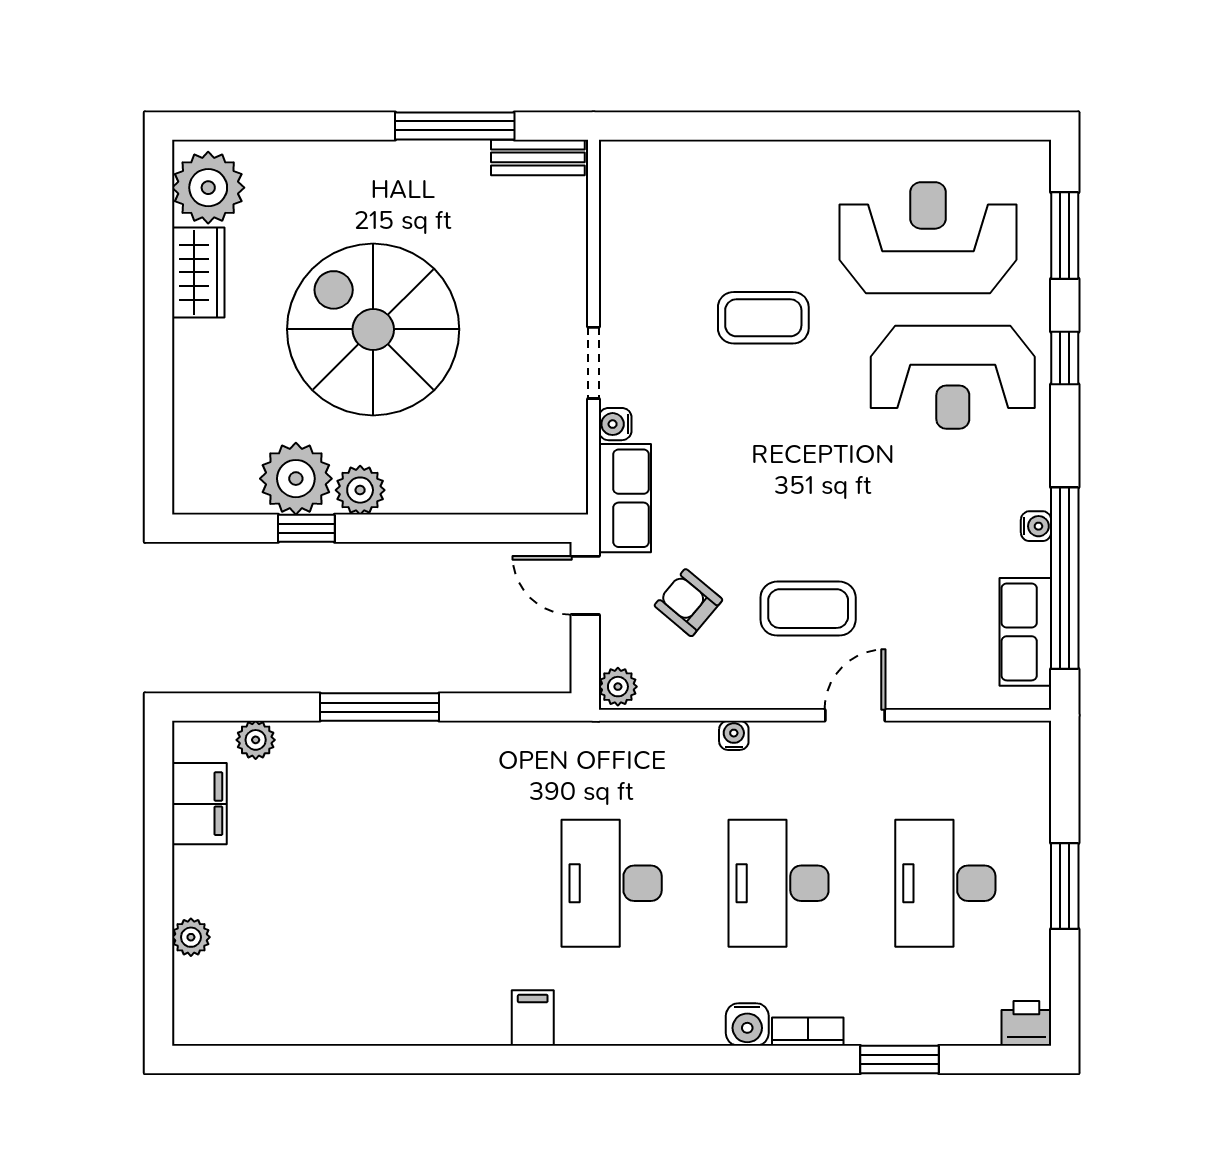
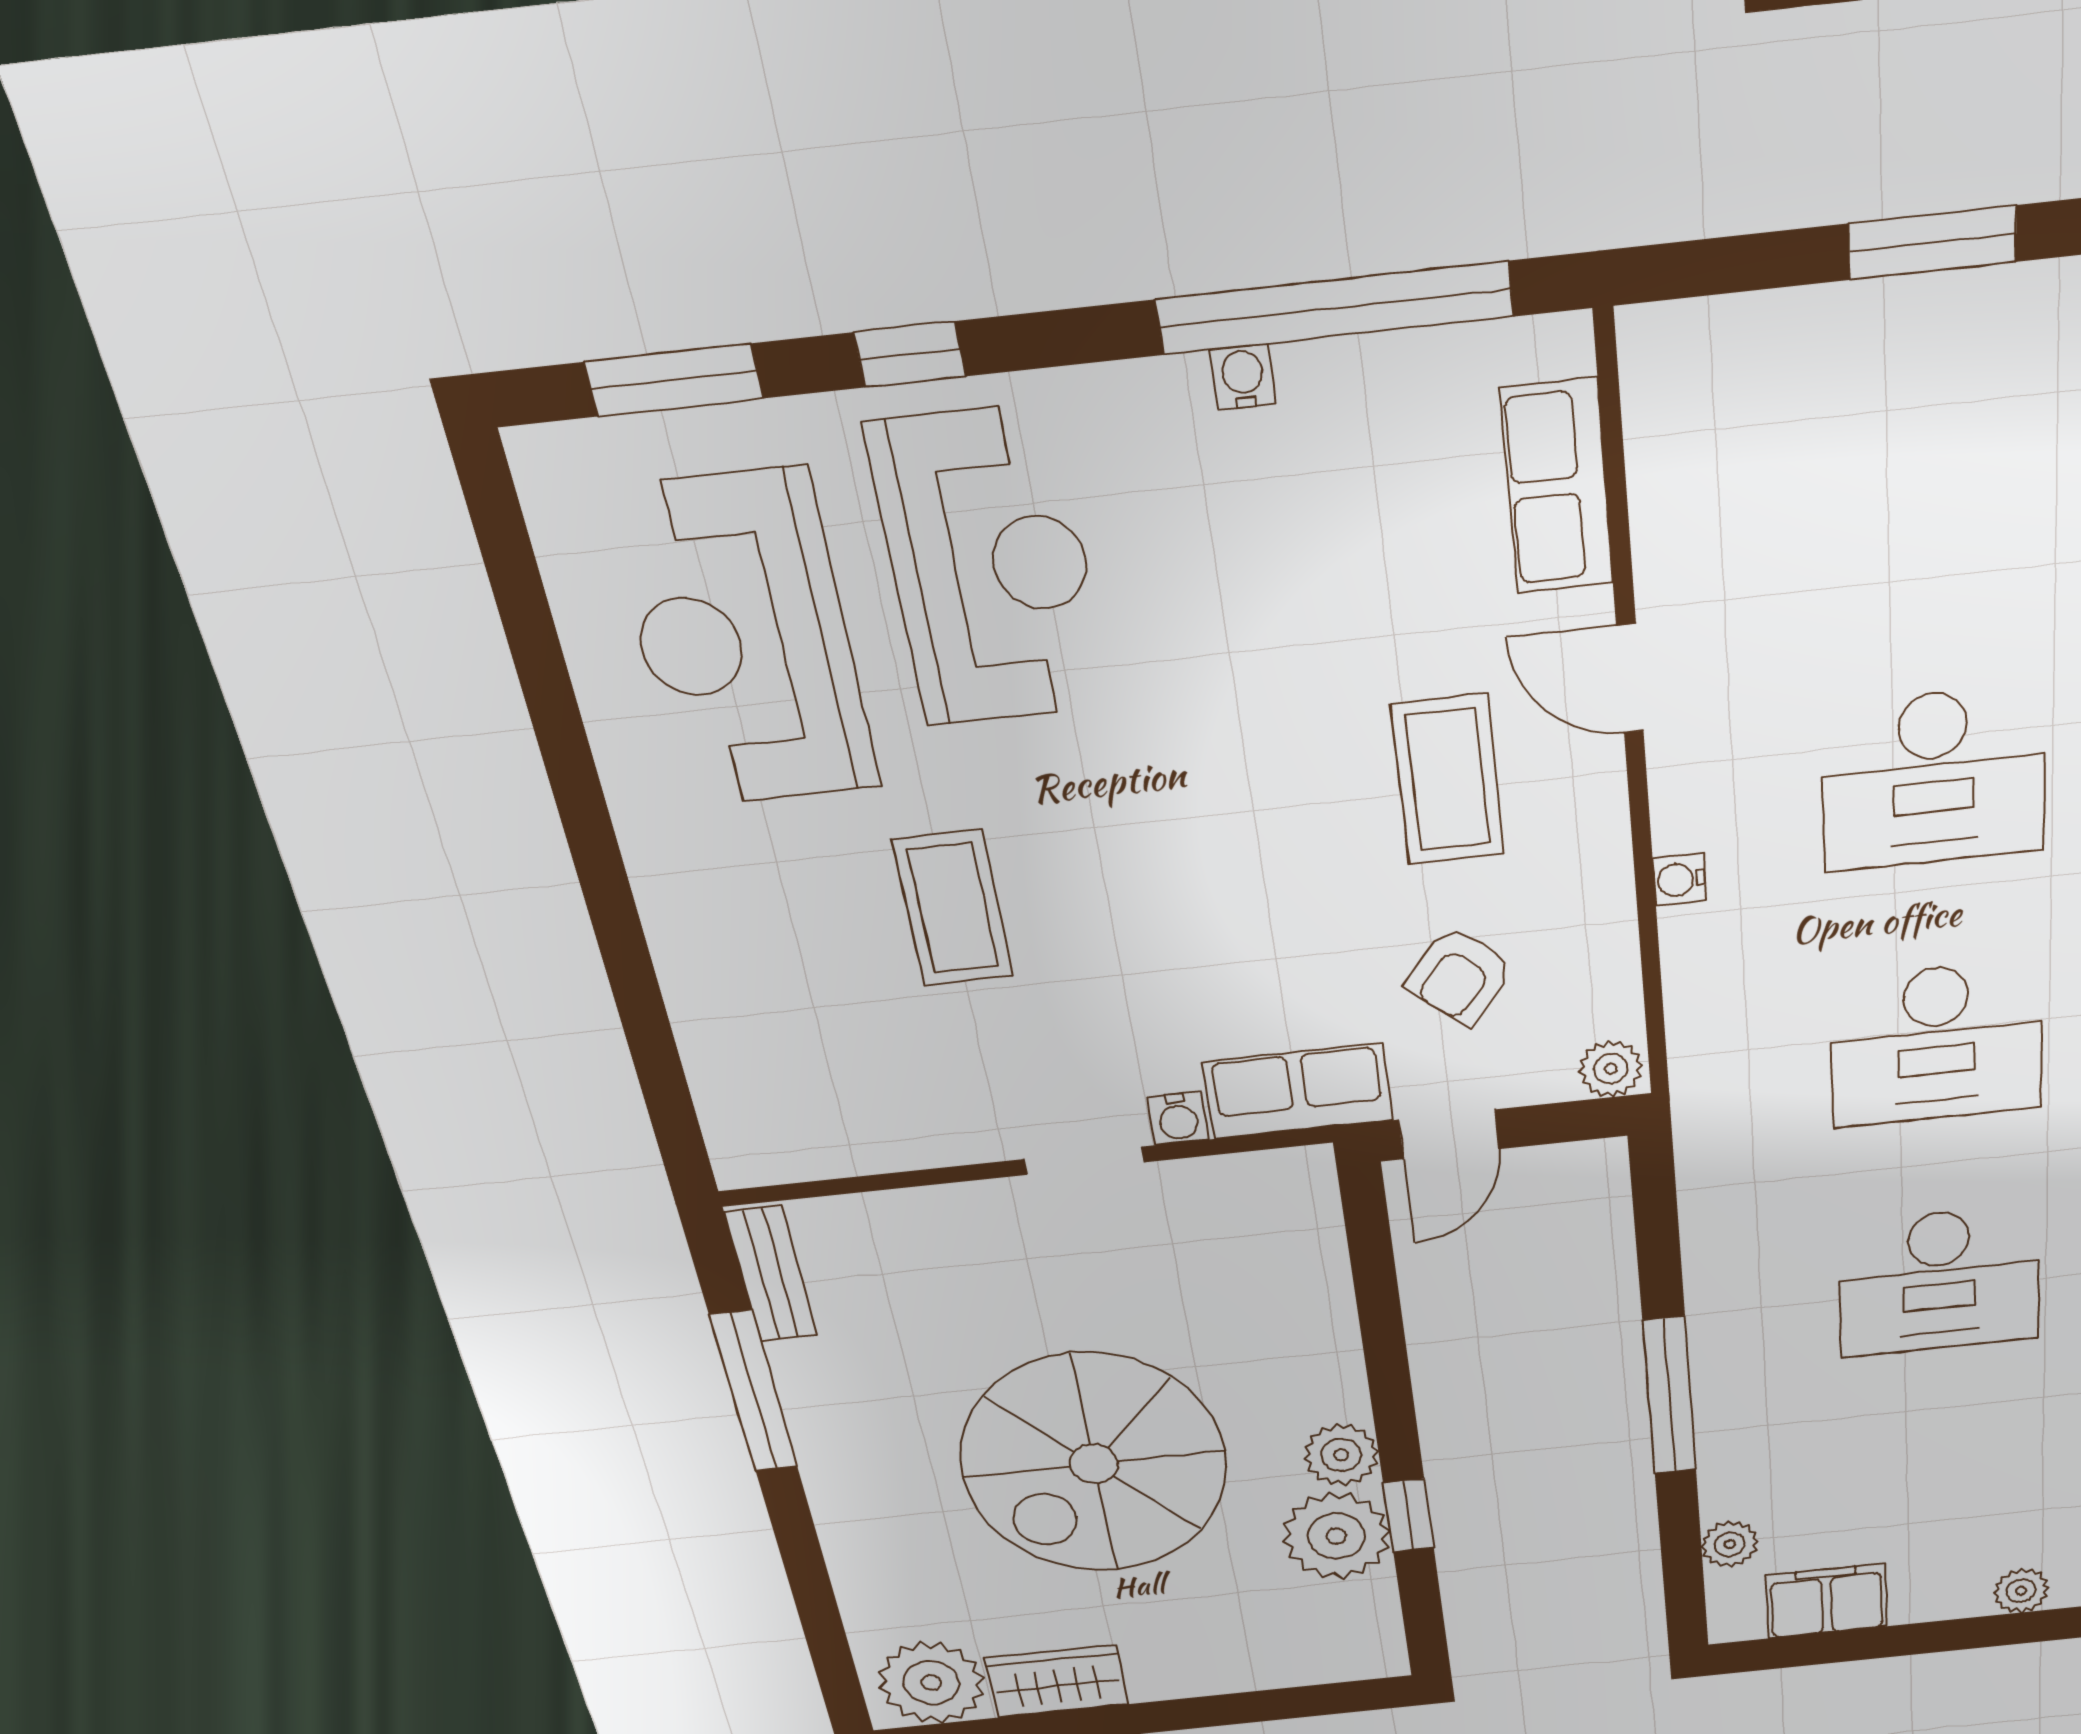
row of seats: (1025, 632) -> (1557, 487), moved, turned 90
desk: (945, 883) -> (1939, 1281), moved

